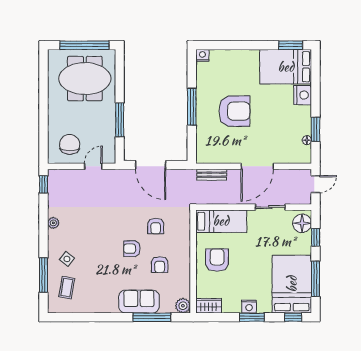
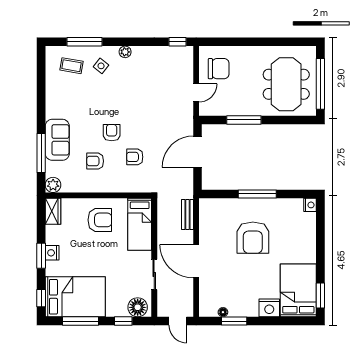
door: (93, 166) -> (196, 93), hinge flipped
plant: (53, 223) -> (125, 52), moved

